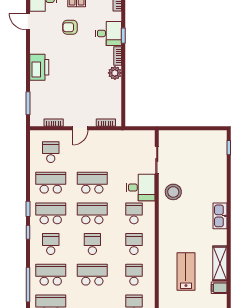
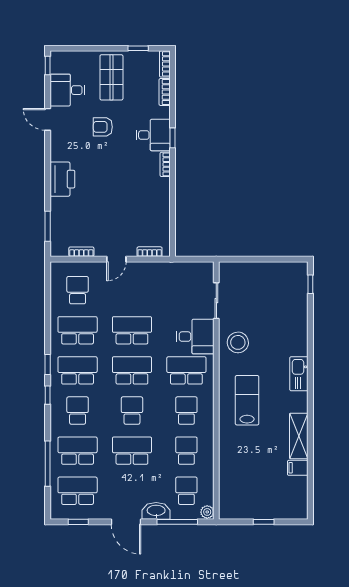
plant: (115, 73) -> (161, 187), removed
school desk: (134, 213) -> (186, 370), width x1.85
lab bench: (186, 271) -> (247, 400), moved

